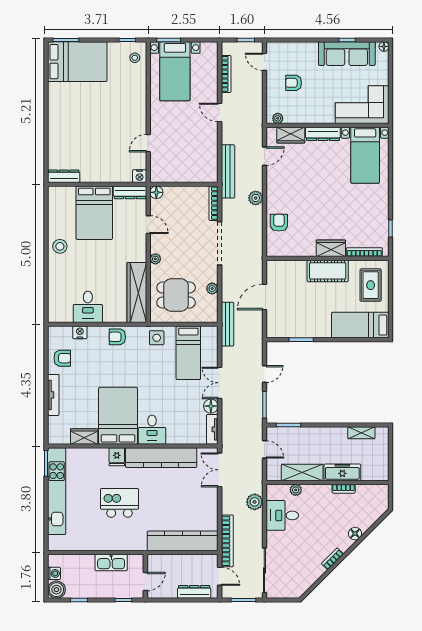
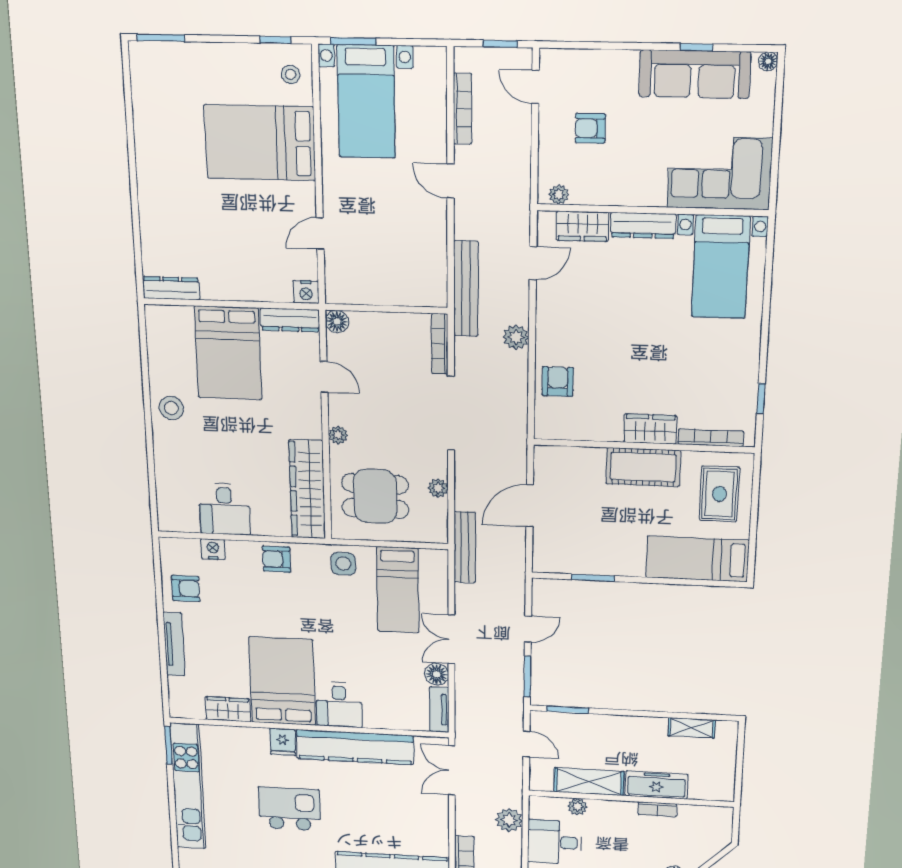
bed: (77, 62) -> (260, 143), moved, turned 180

